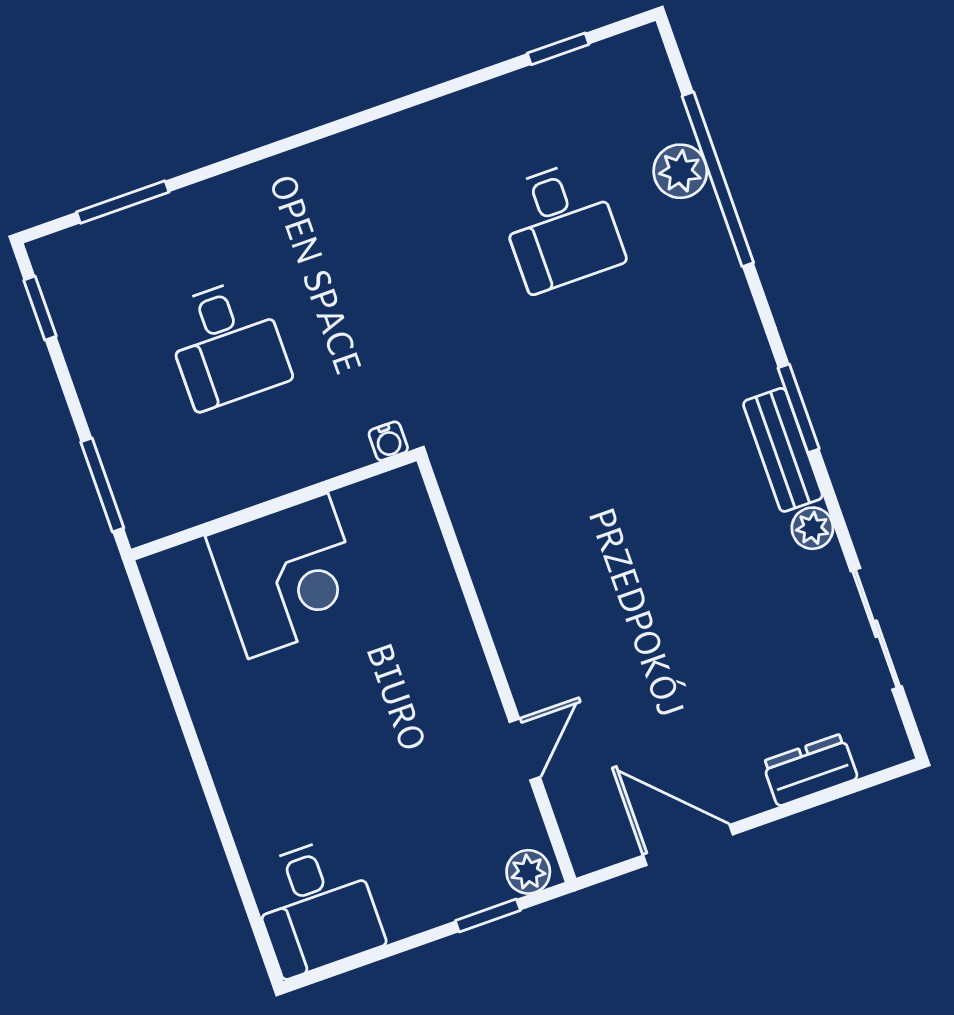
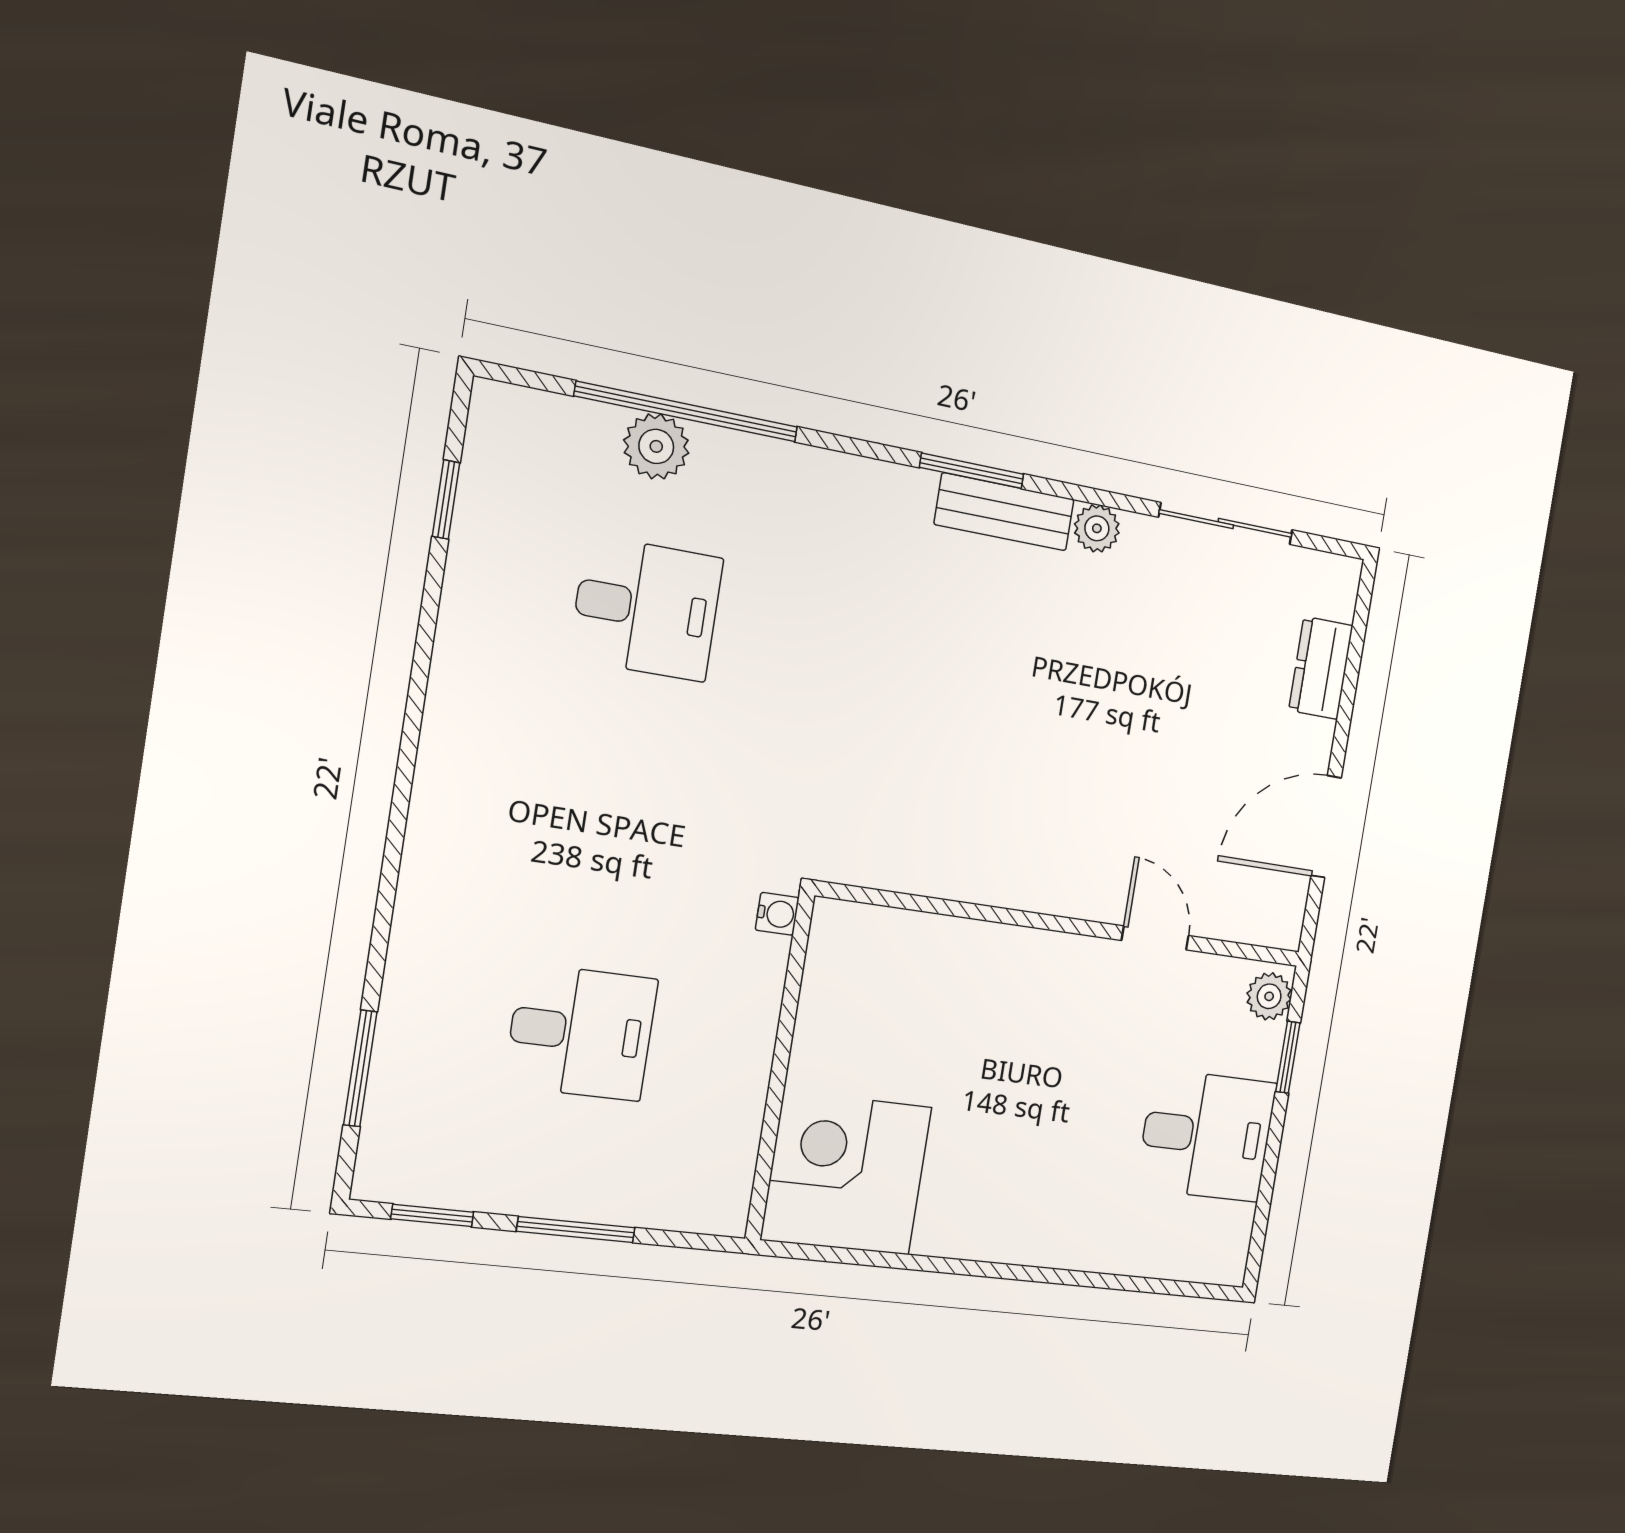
window: (102, 485) -> (576, 1229), moved
corner desk: (288, 576) -> (846, 1173), moved, turned -90
desk: (316, 906) -> (1206, 1136), moved

